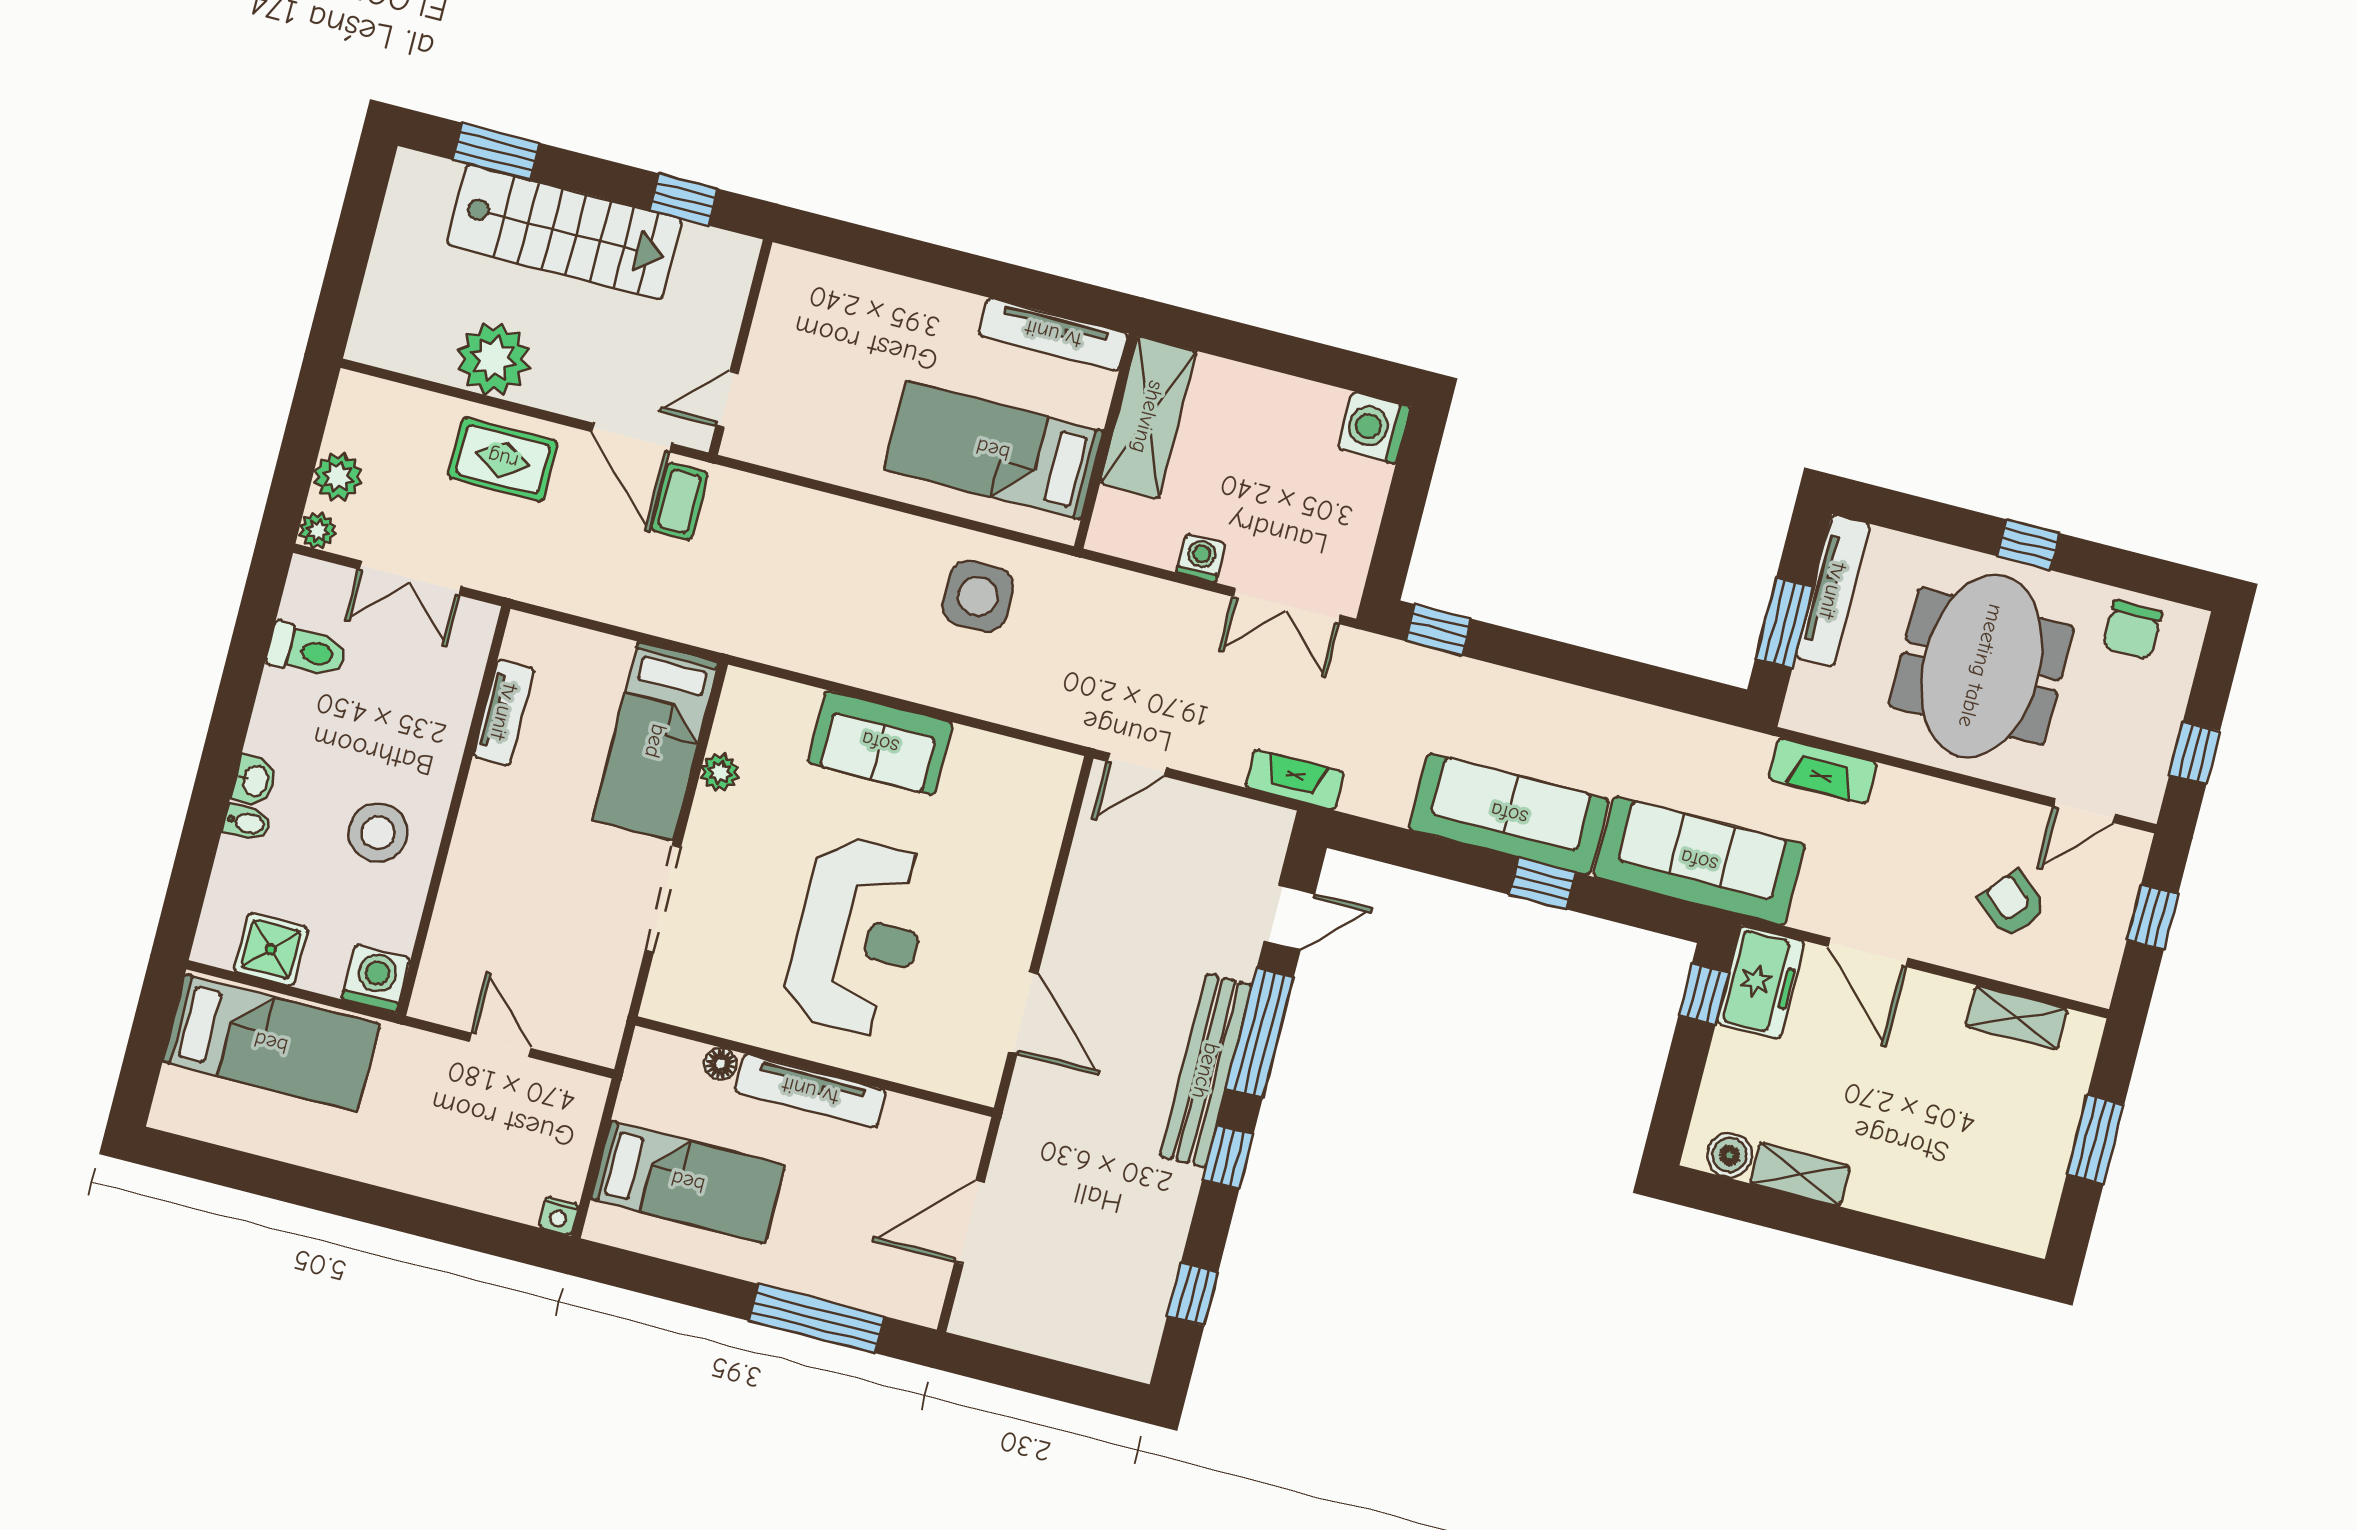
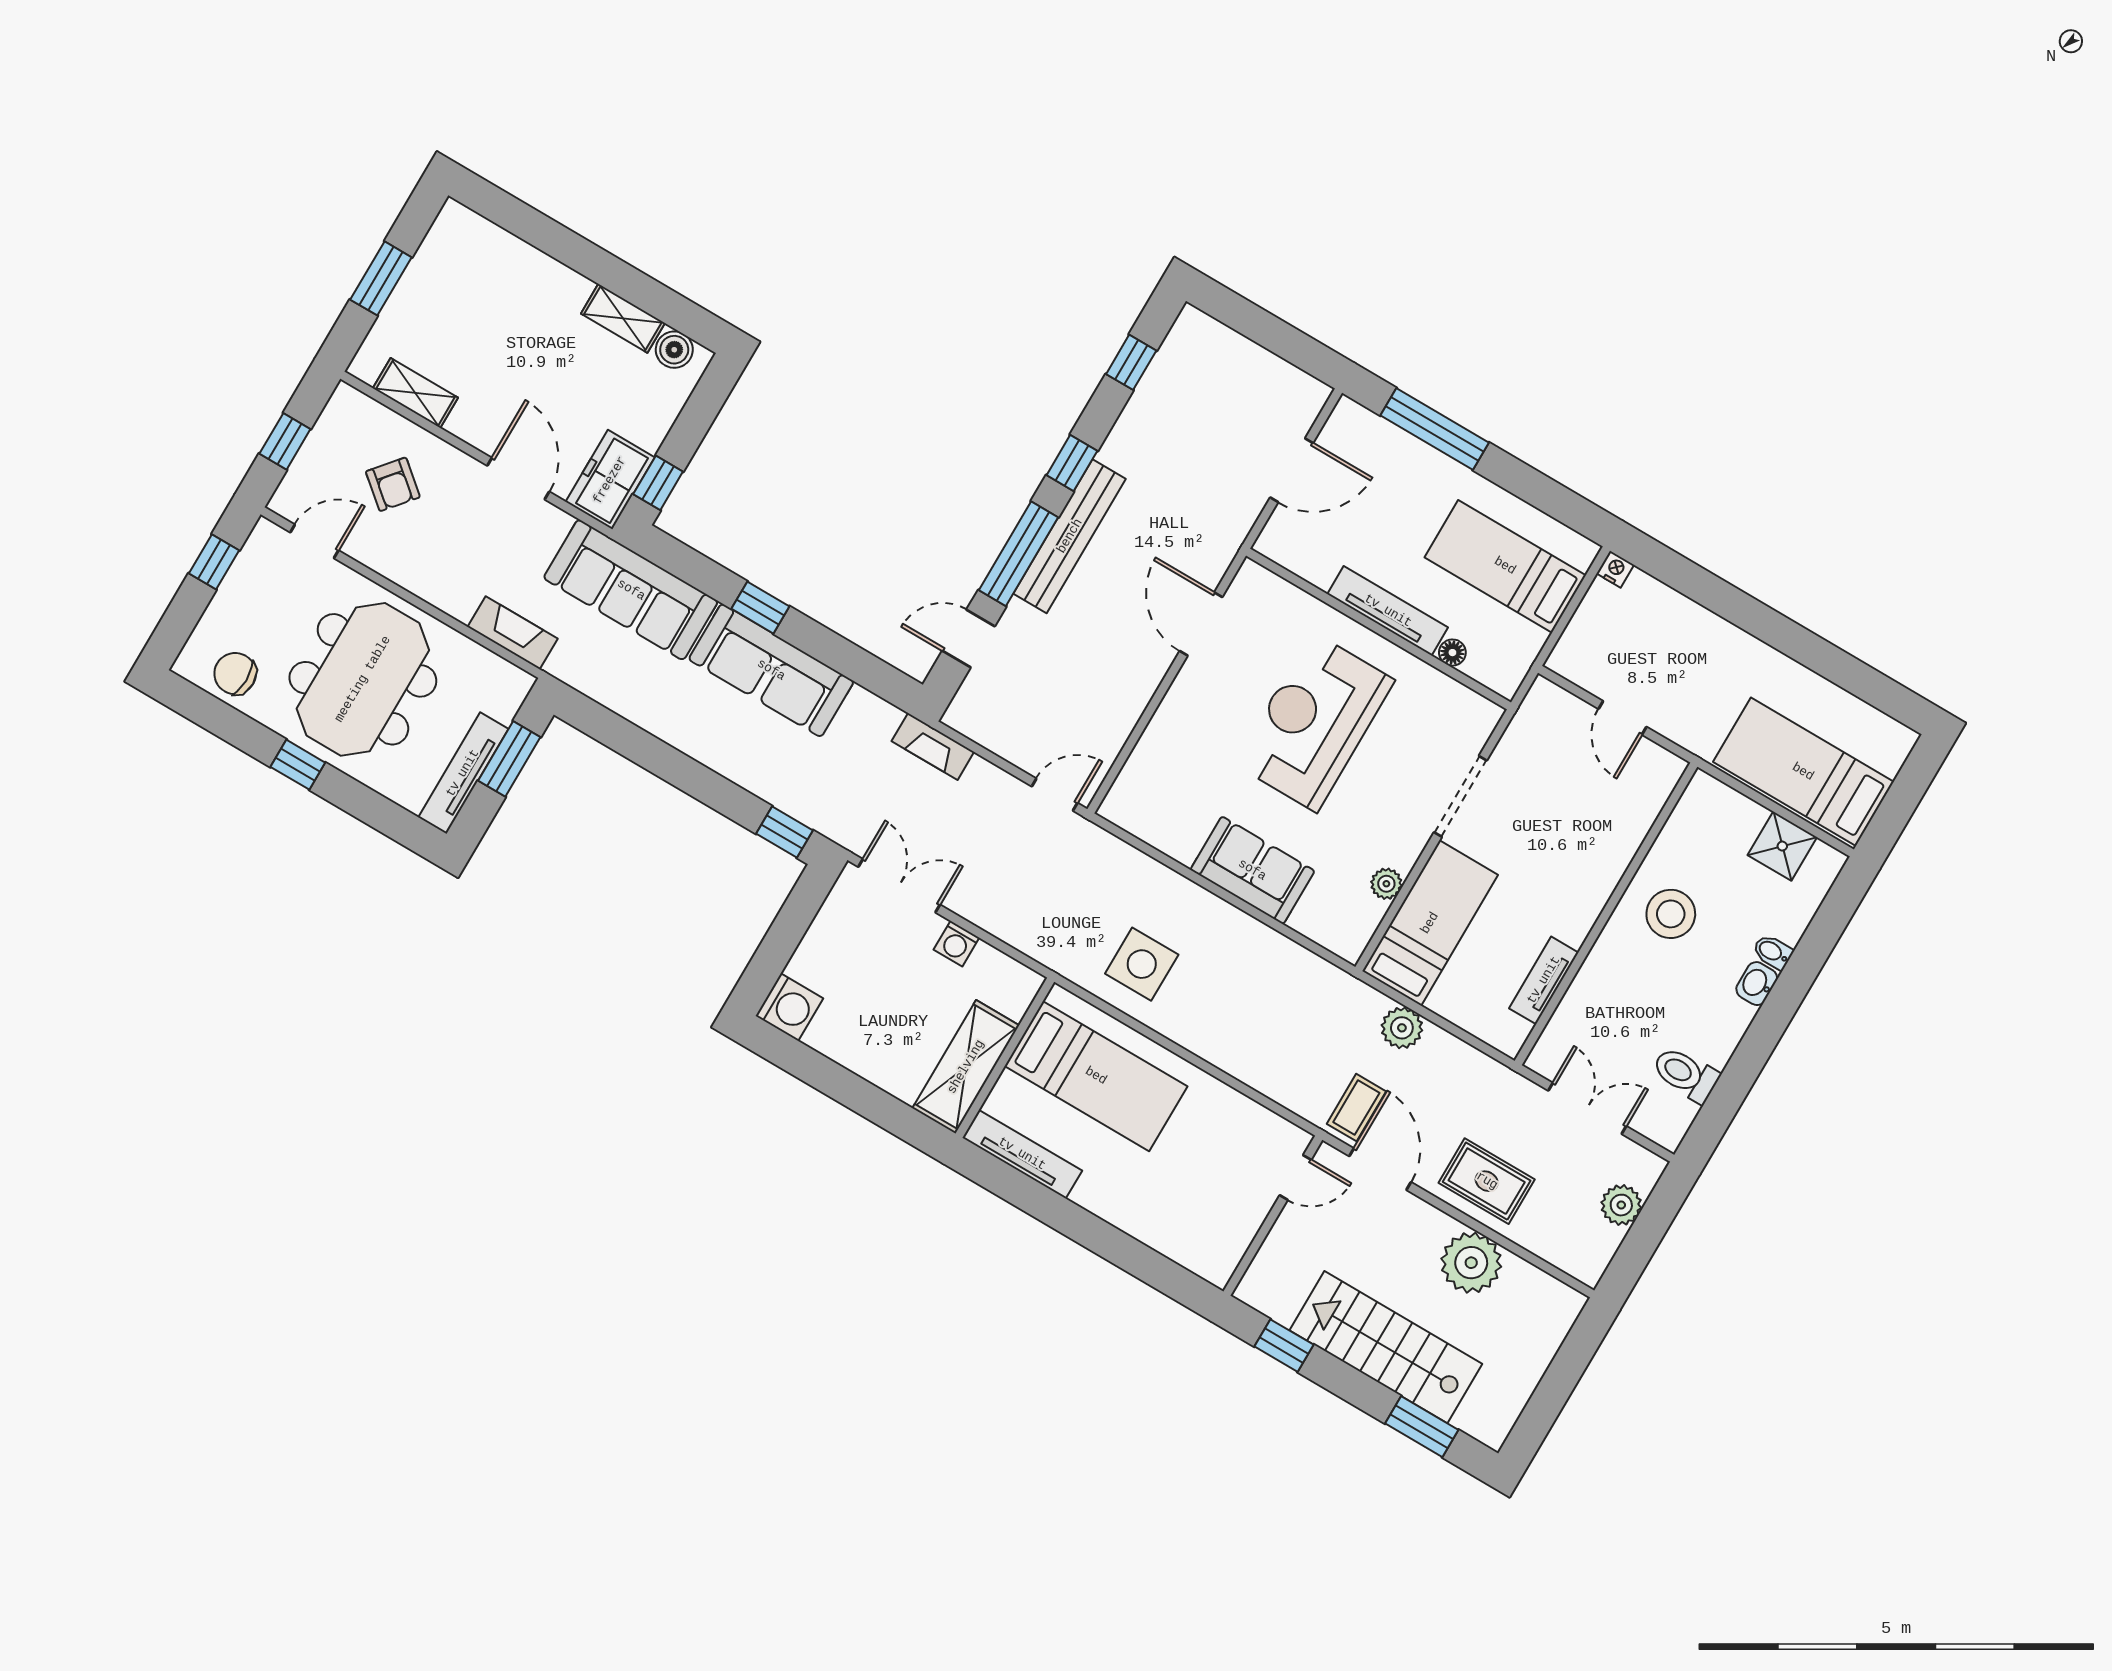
plant: (318, 530) -> (1402, 1028), moved, width x1.38, depth x1.38
chair: (2132, 630) -> (235, 674), turned -90
washing machine: (376, 979) -> (1706, 799), removed

